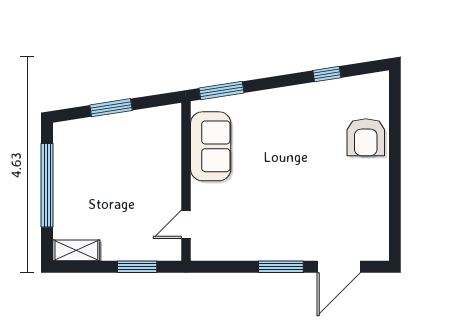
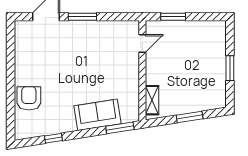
sofa: (211, 146) -> (98, 115), moved, turned 81
window: (47, 185) -> (230, 68), width x0.47
shelving: (76, 250) -> (152, 100), moved, turned 90

